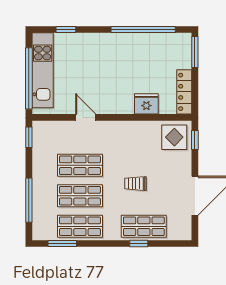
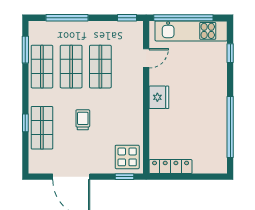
window: (195, 52) -> (209, 177), removed
fridge: (146, 104) -> (159, 97), moved
door: (86, 117) -> (146, 58), moved

